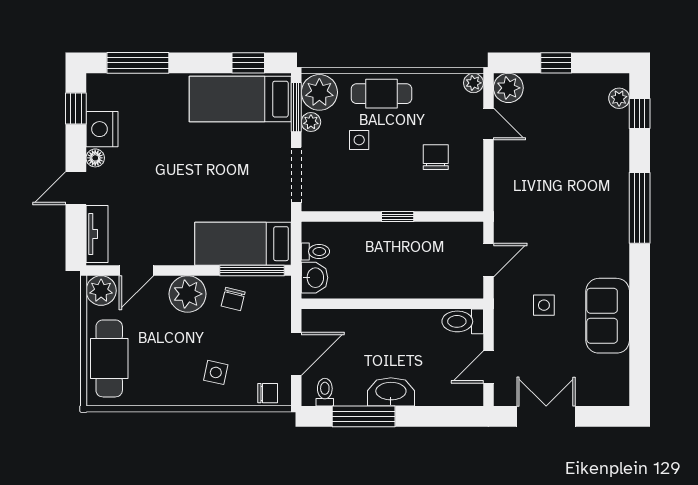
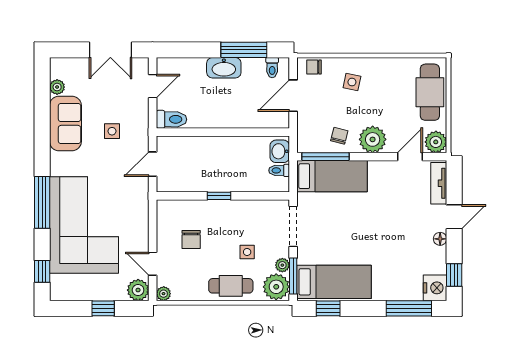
plant: (619, 98) -> (57, 87), moved
nightstand: (102, 129) -> (435, 288), moved
corner sofa: (582, 177) -> (84, 225), added

